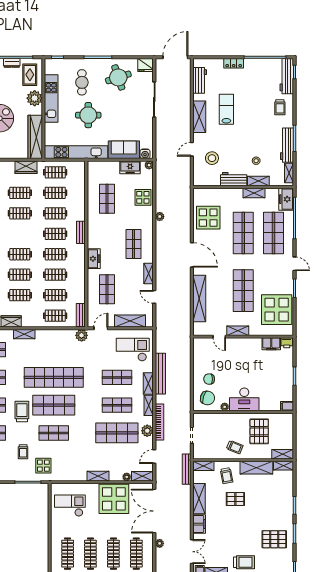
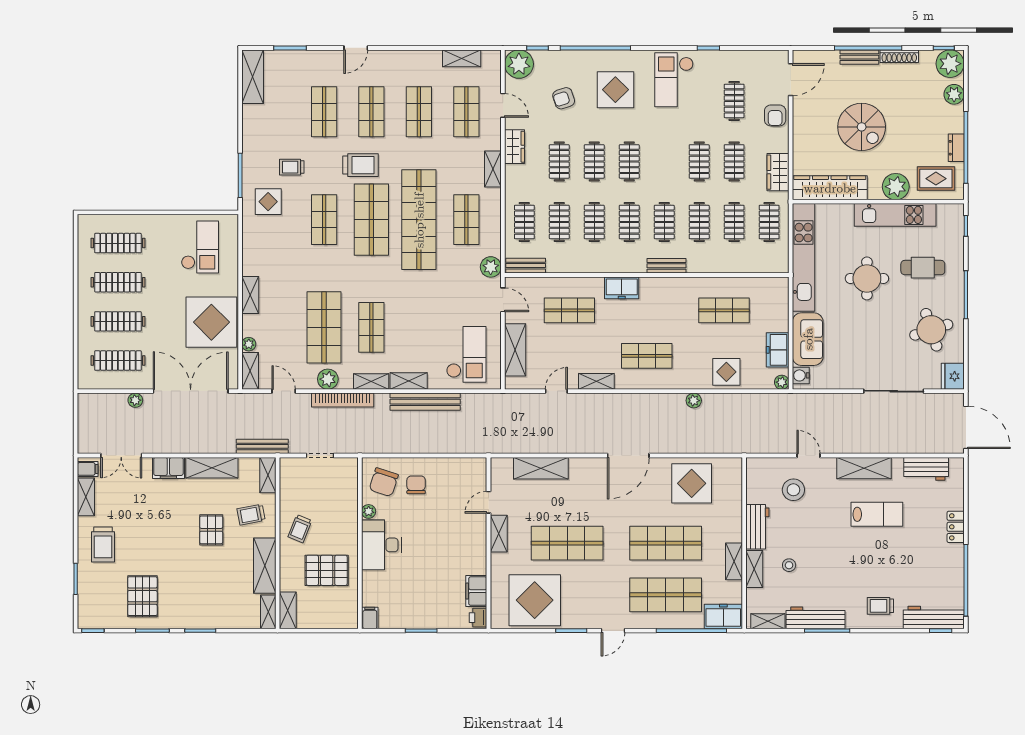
shelving: (199, 299) -> (541, 468), width x0.68
shop shelf: (117, 377) -> (466, 220), moved

